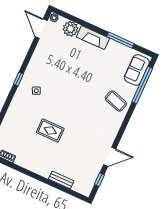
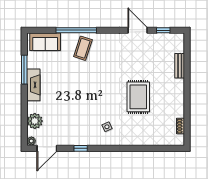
fireplace: (93, 38) -> (33, 85), moved
window: (18, 79) -> (81, 148), moved
window: (142, 85) -> (76, 30), moved
rug: (50, 130) -> (138, 97), width x1.36, depth x1.43

